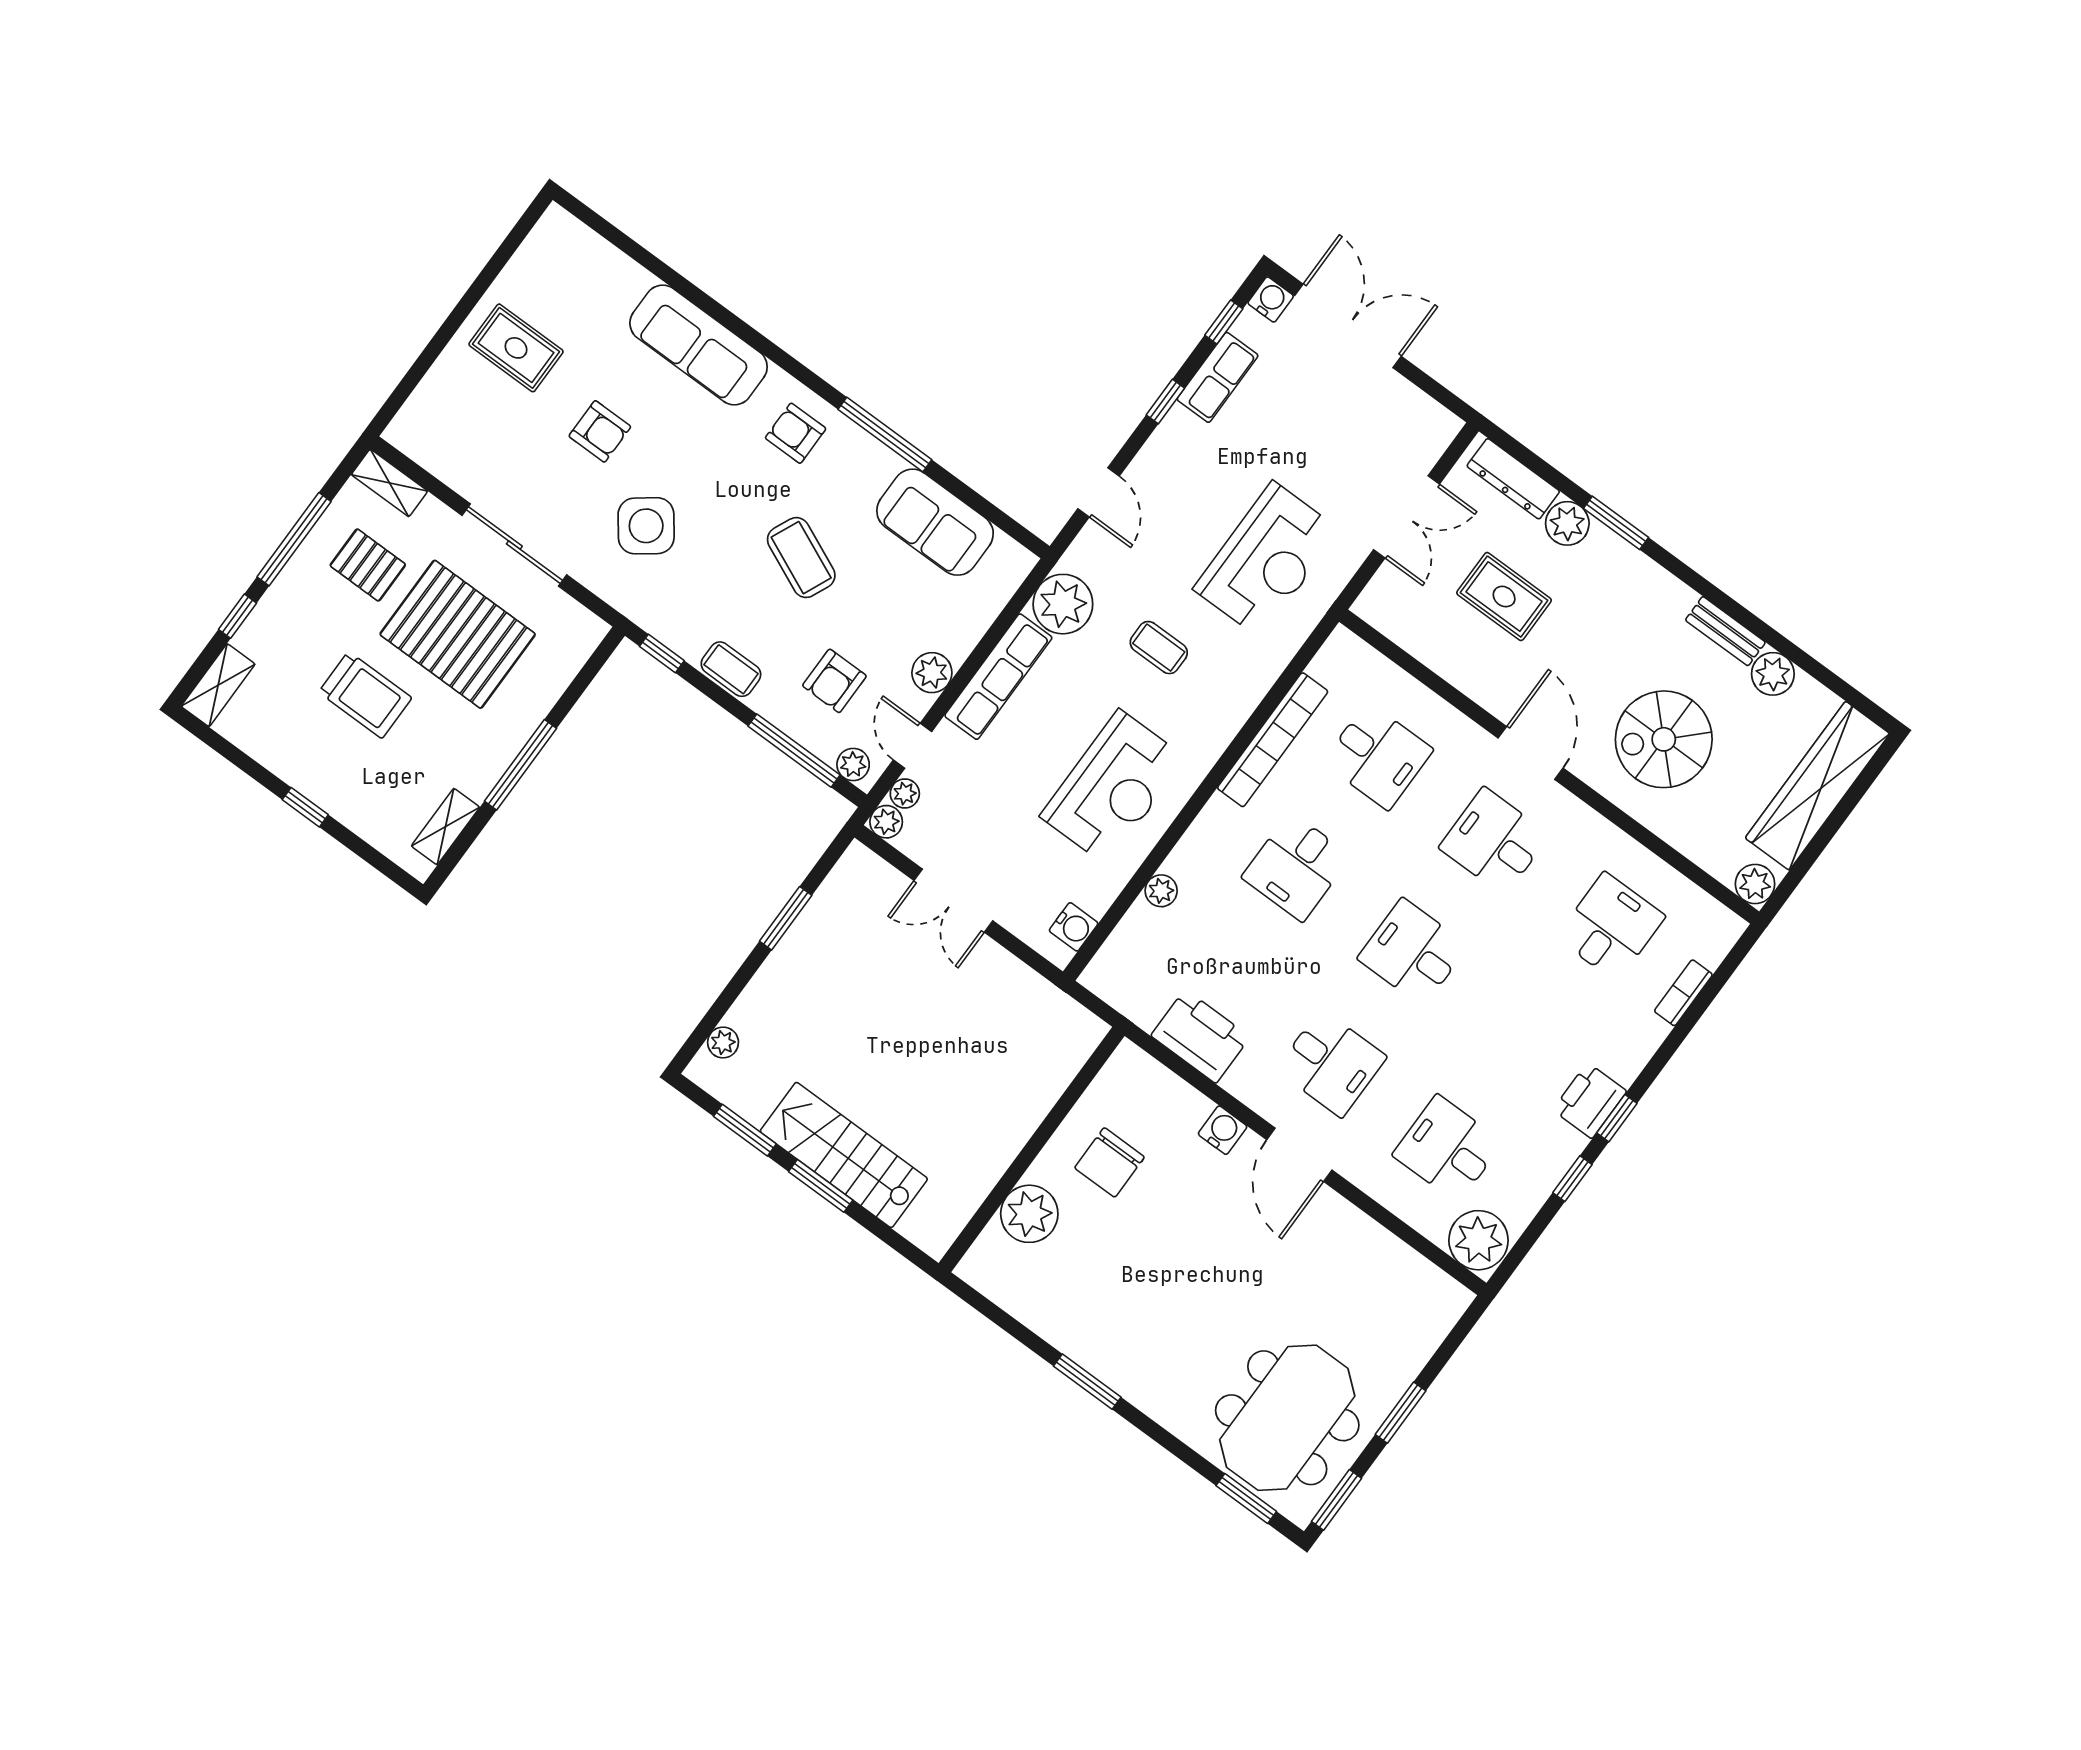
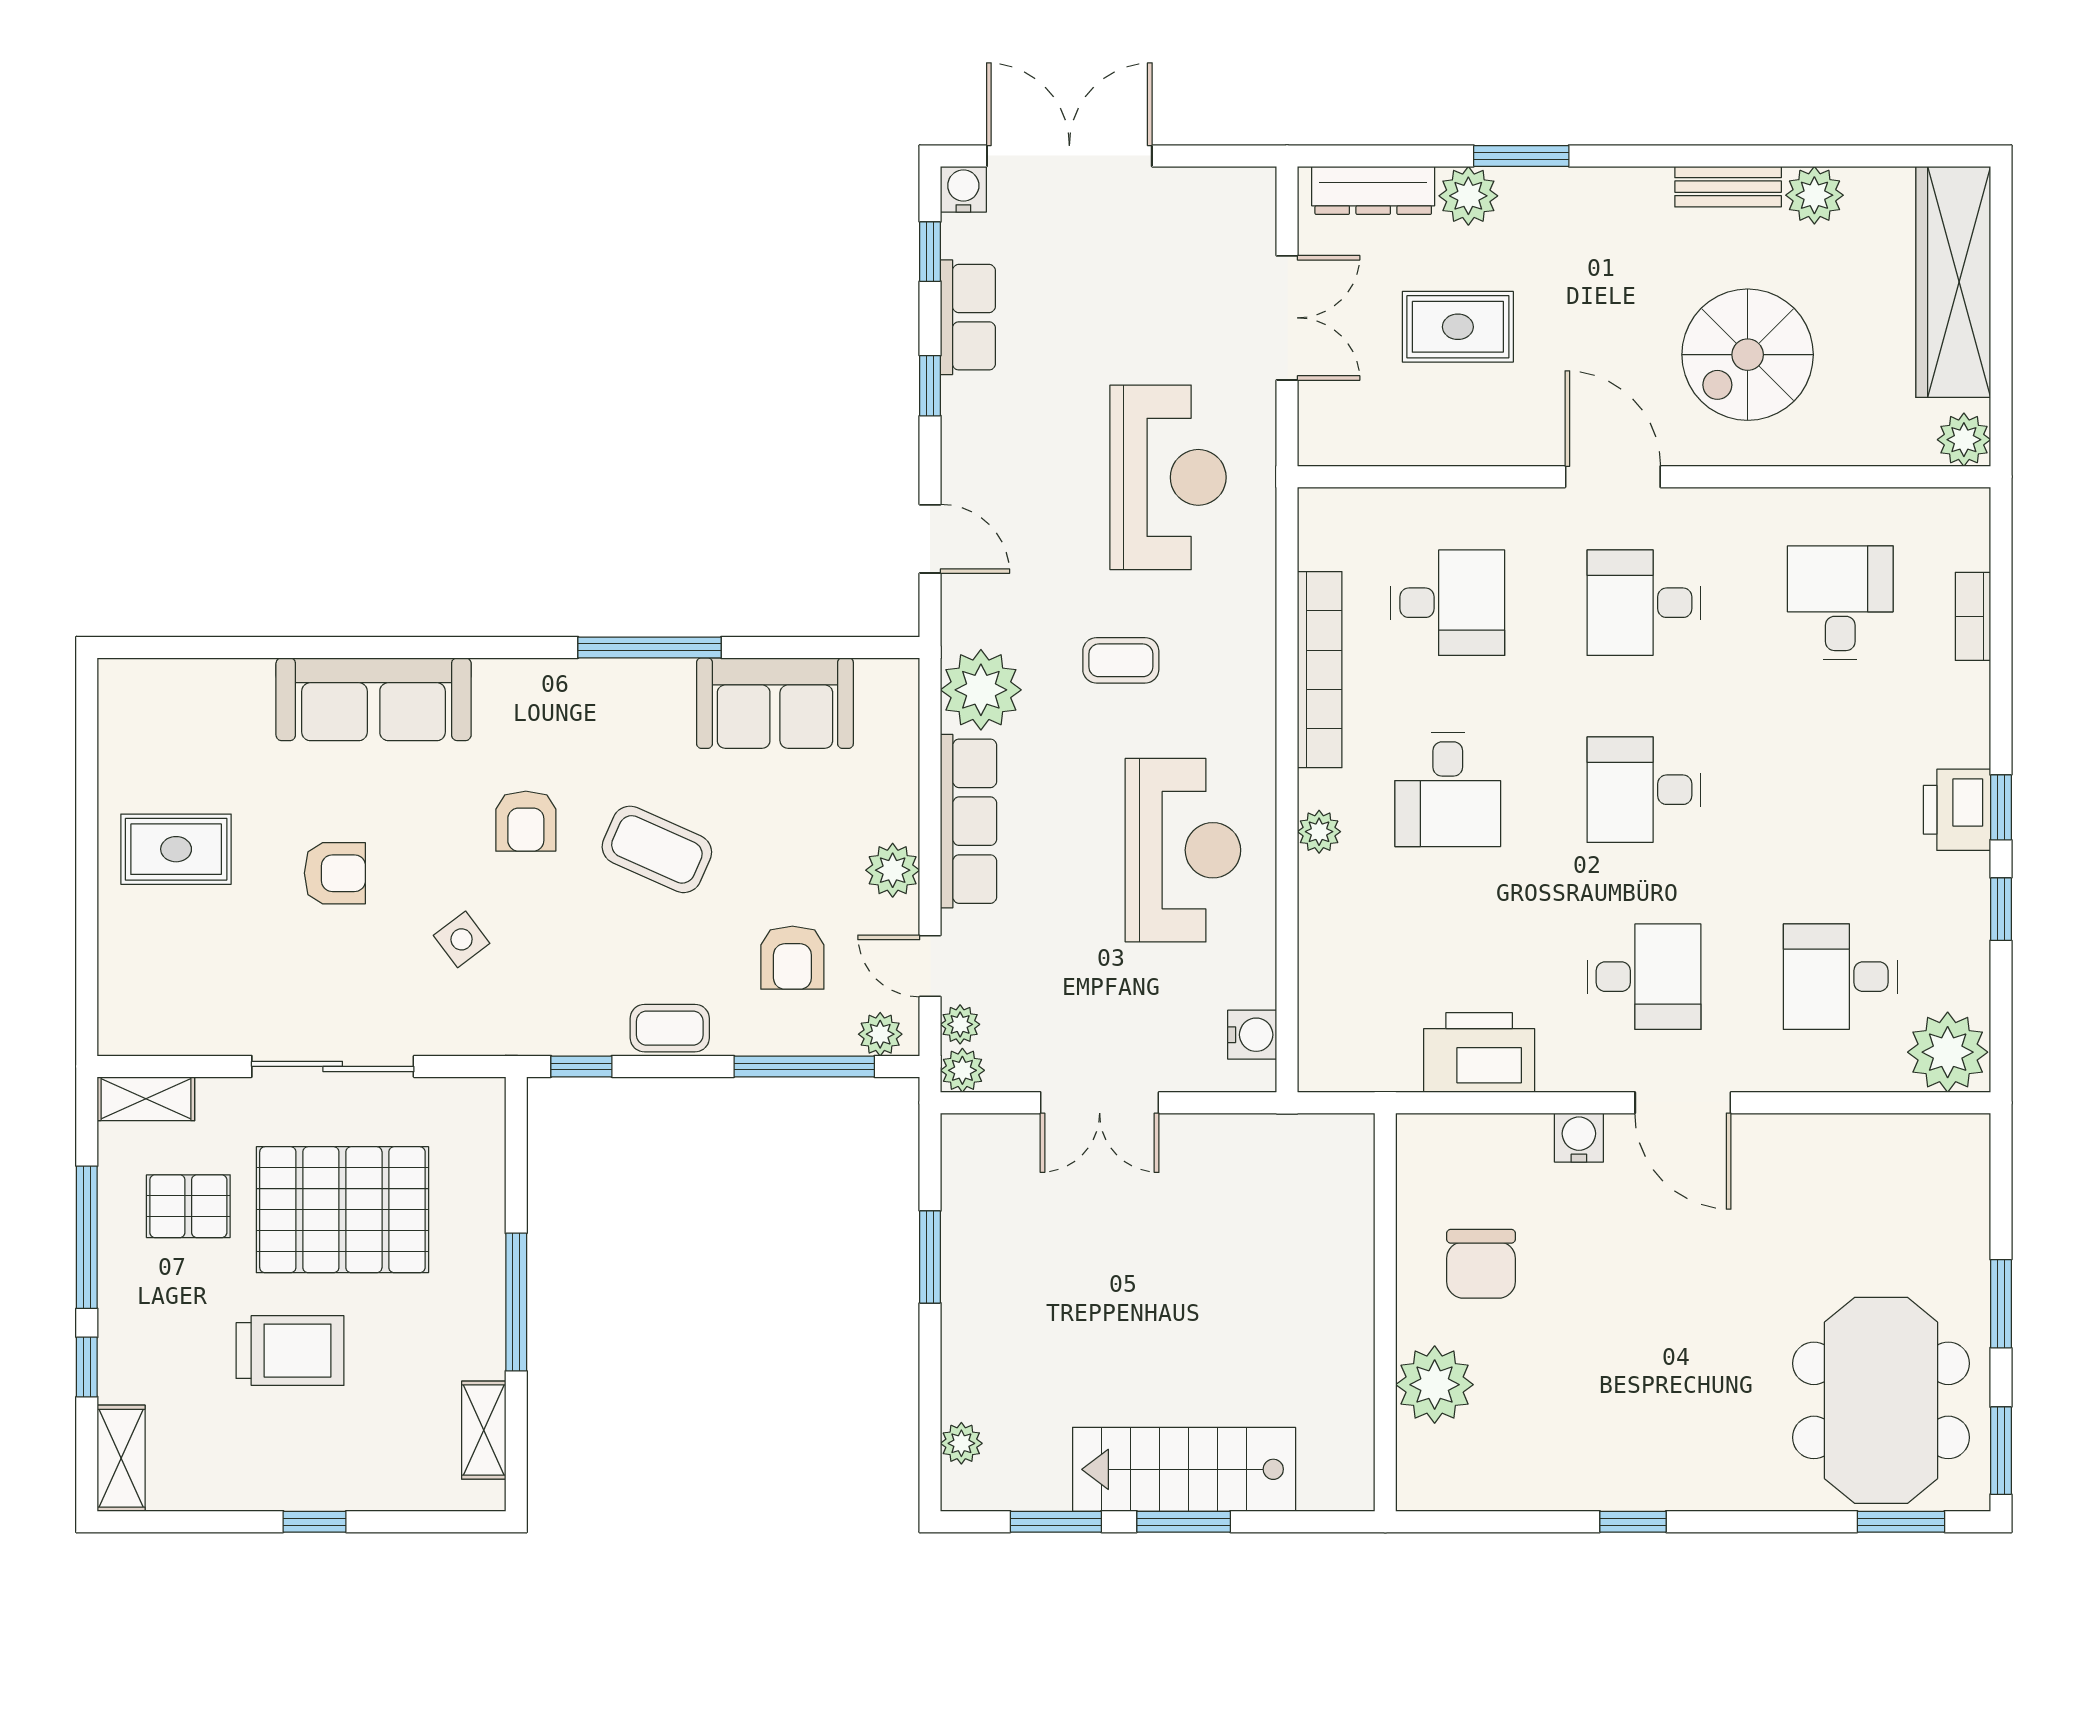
armchair: (796, 433) -> (526, 821), moved, turned -90
side table: (646, 526) -> (462, 939), width x0.54, depth x0.54
plant: (1161, 891) -> (1319, 832), moved
window: (1087, 1382) -> (1633, 1522), width x0.67

